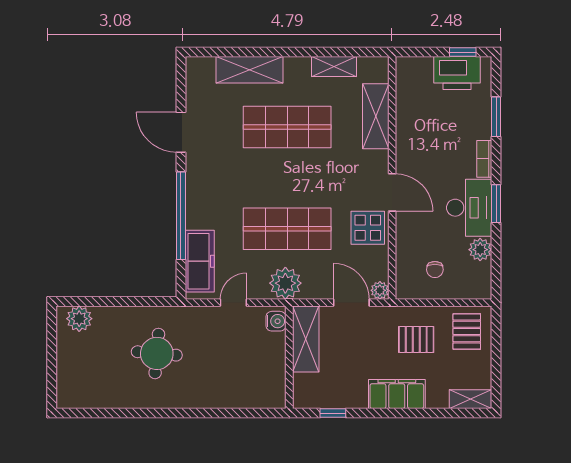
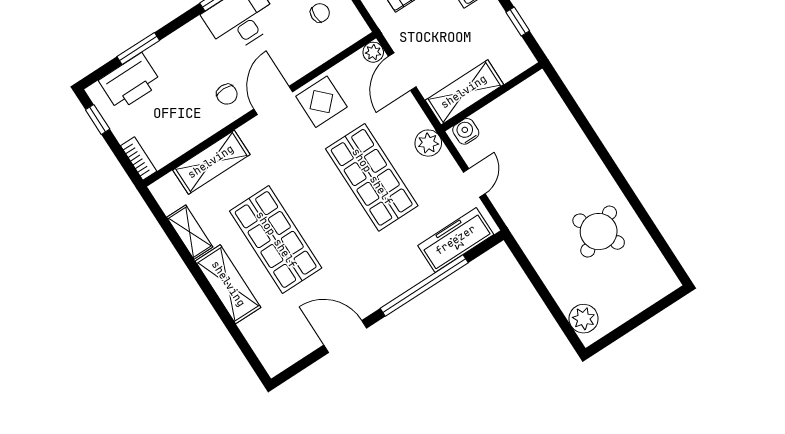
shelving: (249, 70) -> (228, 284), moved
printer: (457, 73) -> (130, 82), moved, turned 90
door: (181, 132) -> (345, 337), swing flipped
bookcase: (484, 159) -> (139, 158), moved, turned -90
chair: (419, 161) -> (227, 94), added
plant: (285, 283) -> (428, 143), width x0.73, depth x0.73
door: (233, 303) -> (474, 183), swing flipped
round table: (157, 353) -> (599, 232), moved, turned -32

